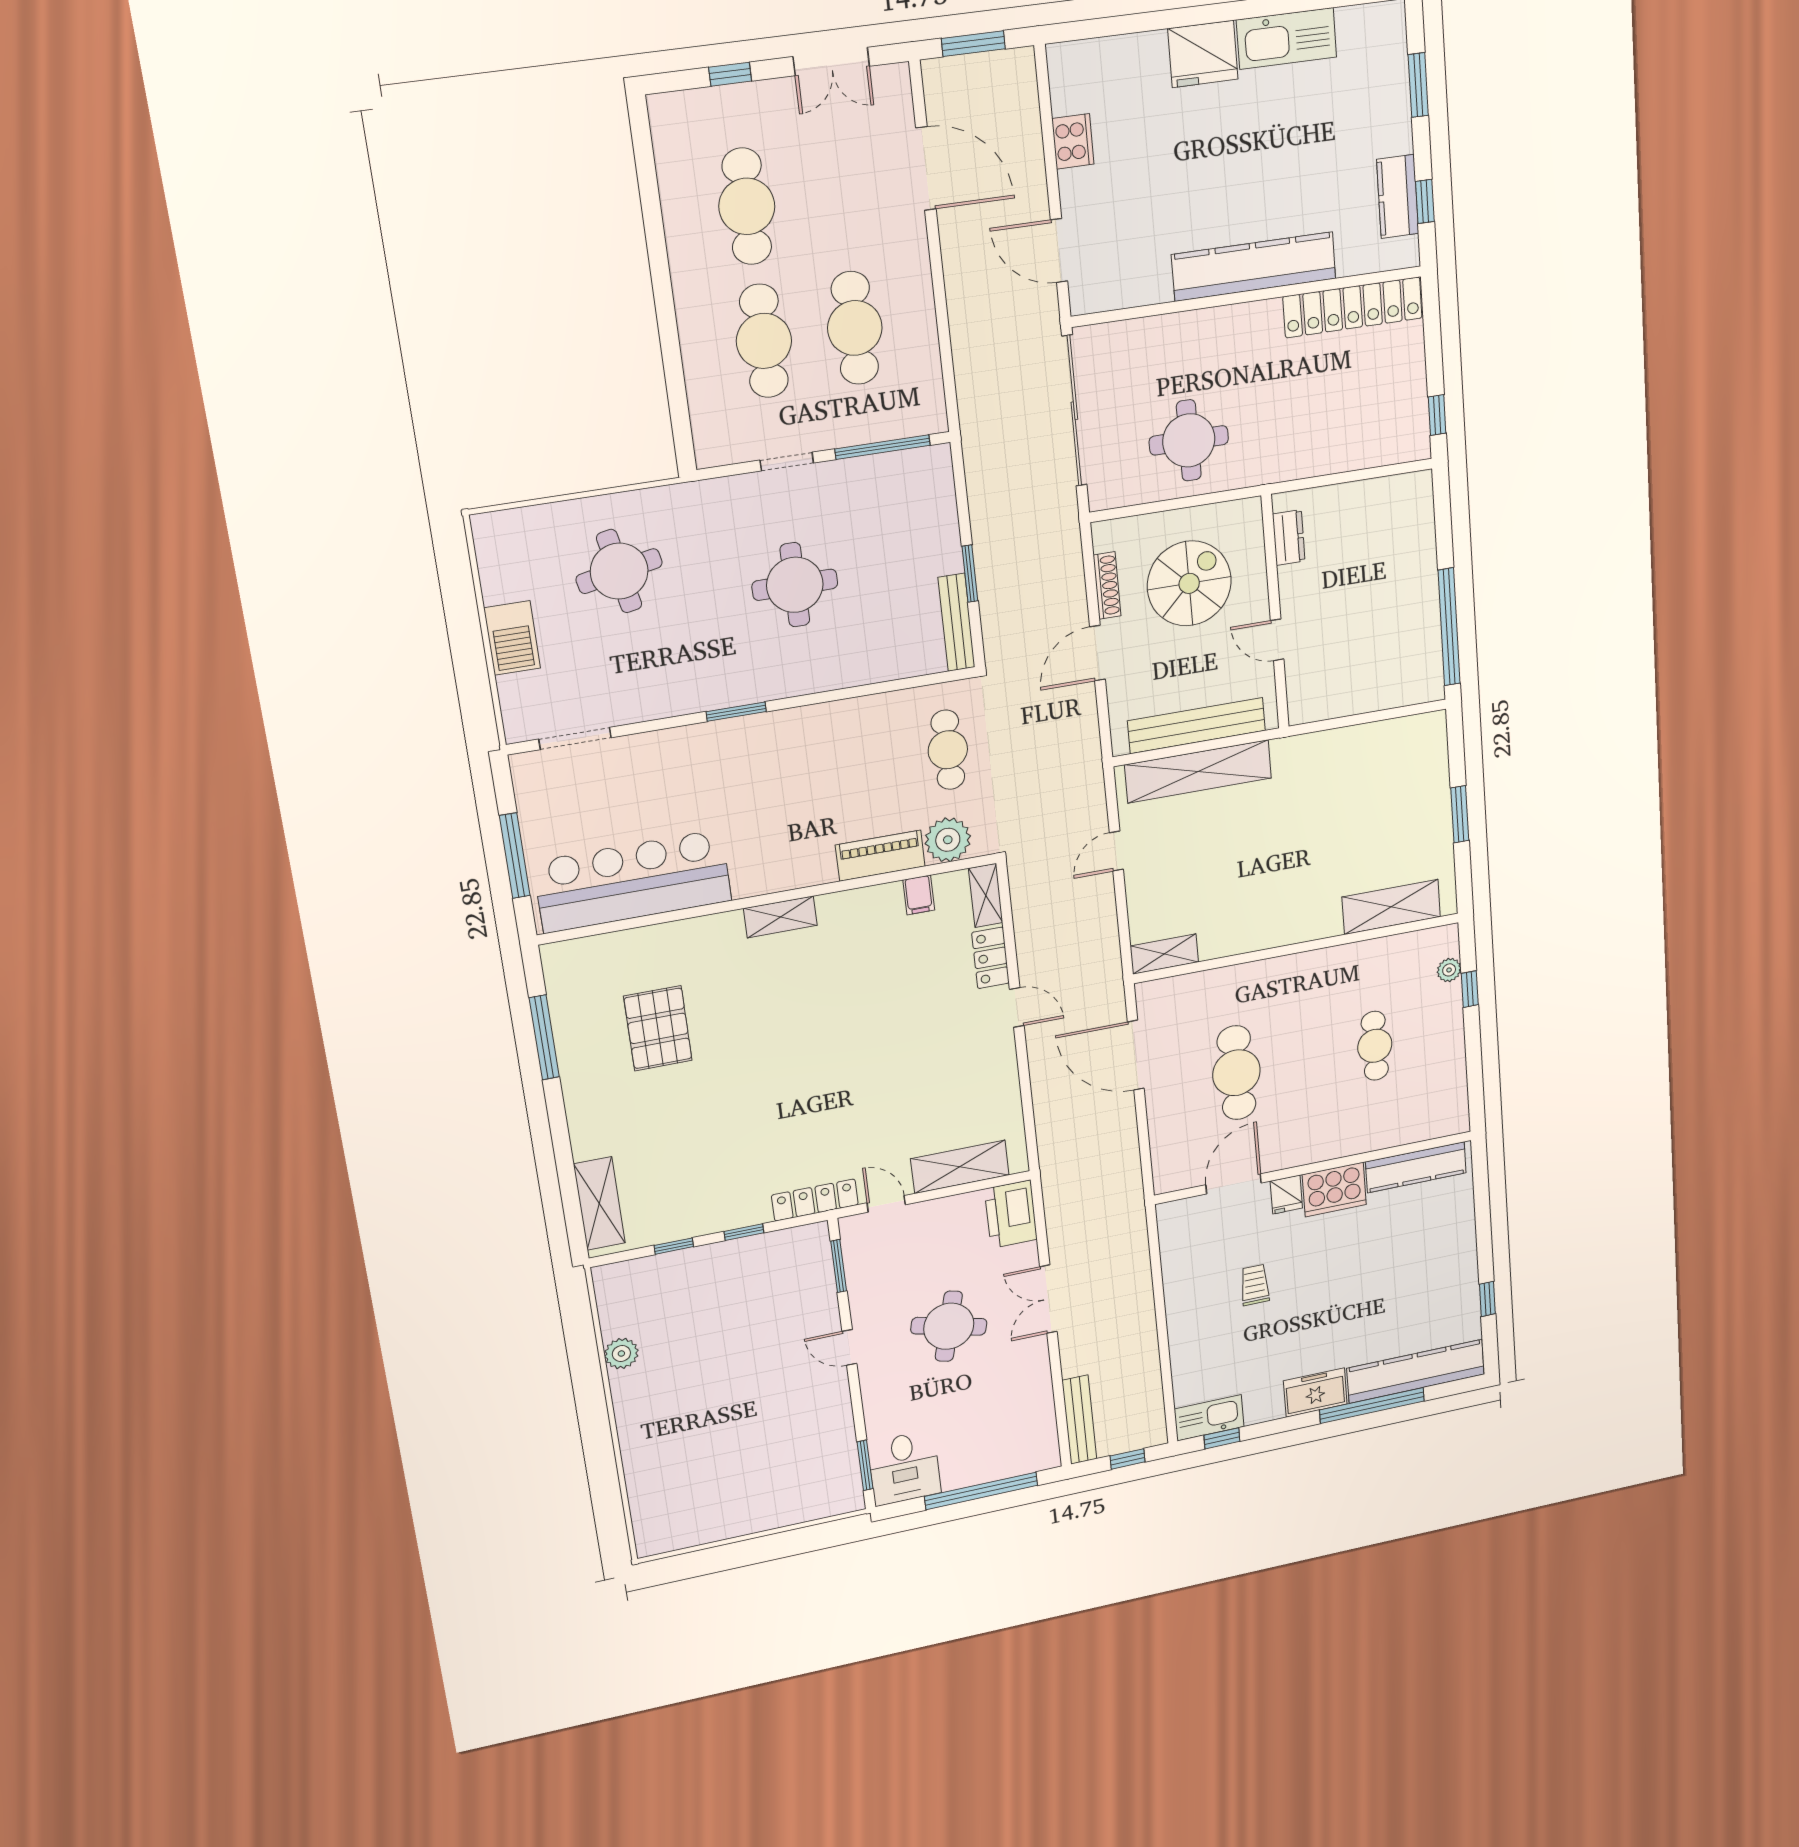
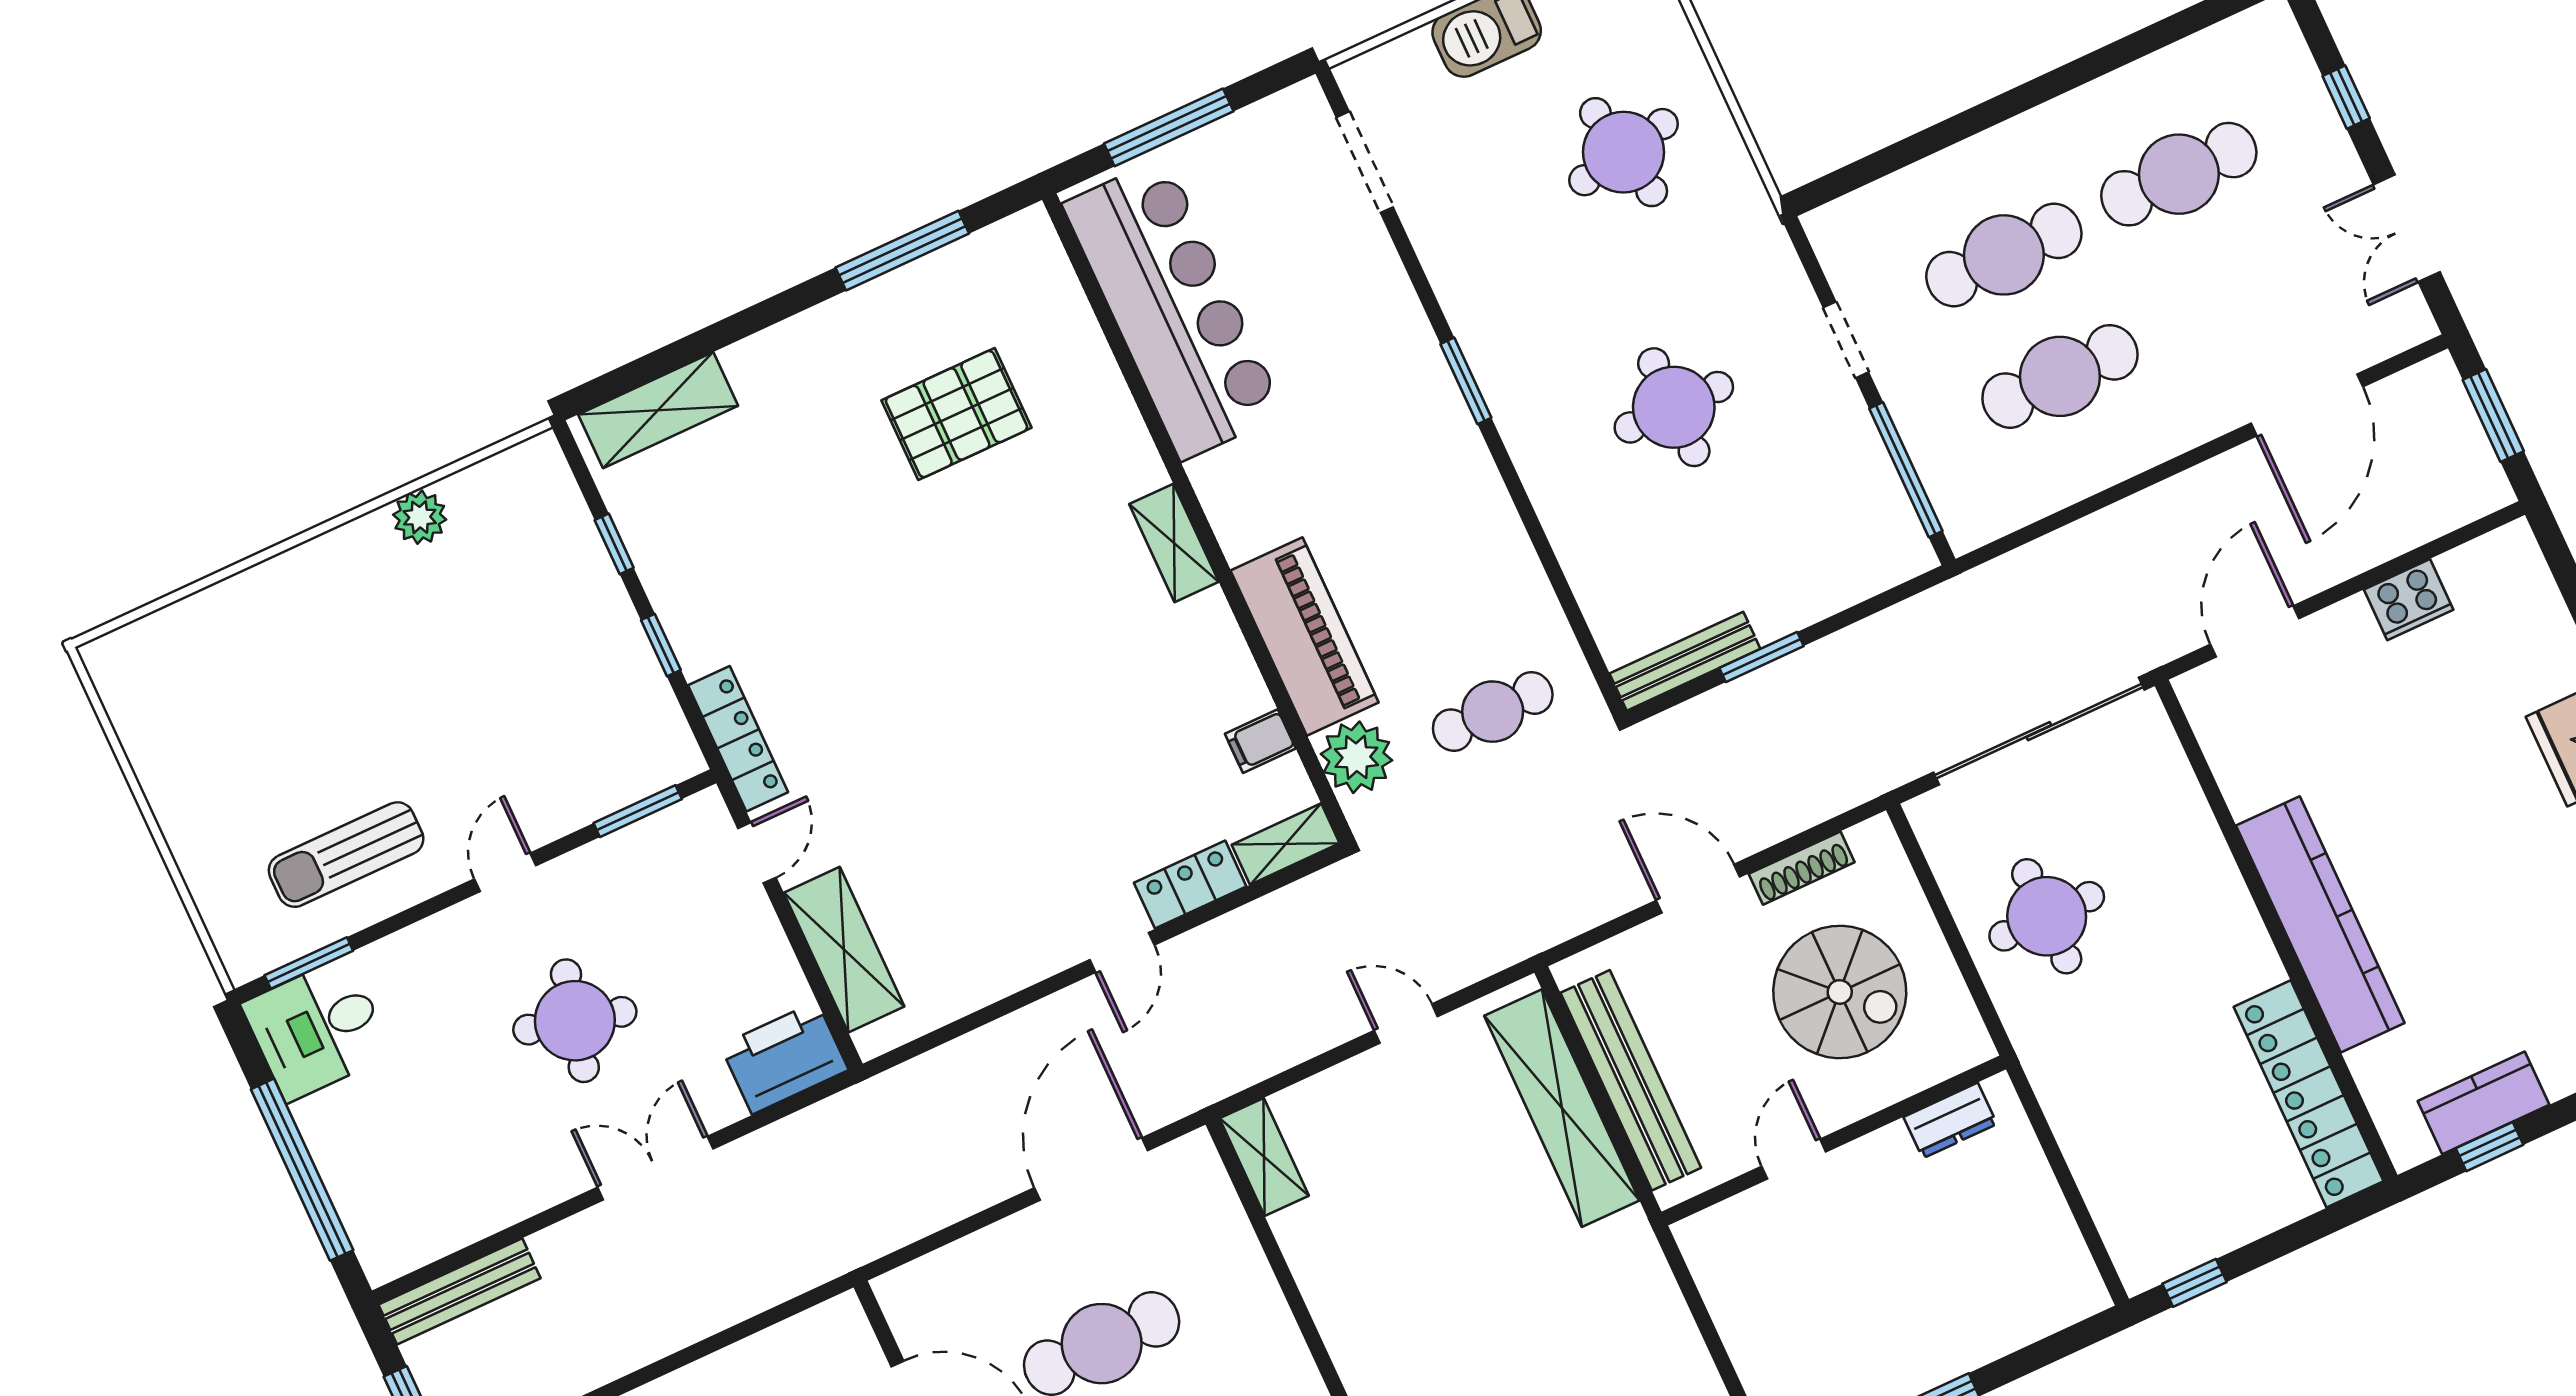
piano: (880, 856) -> (1305, 637), width x1.37, depth x1.33
sun lounger: (809, 1433) -> (346, 855), added

